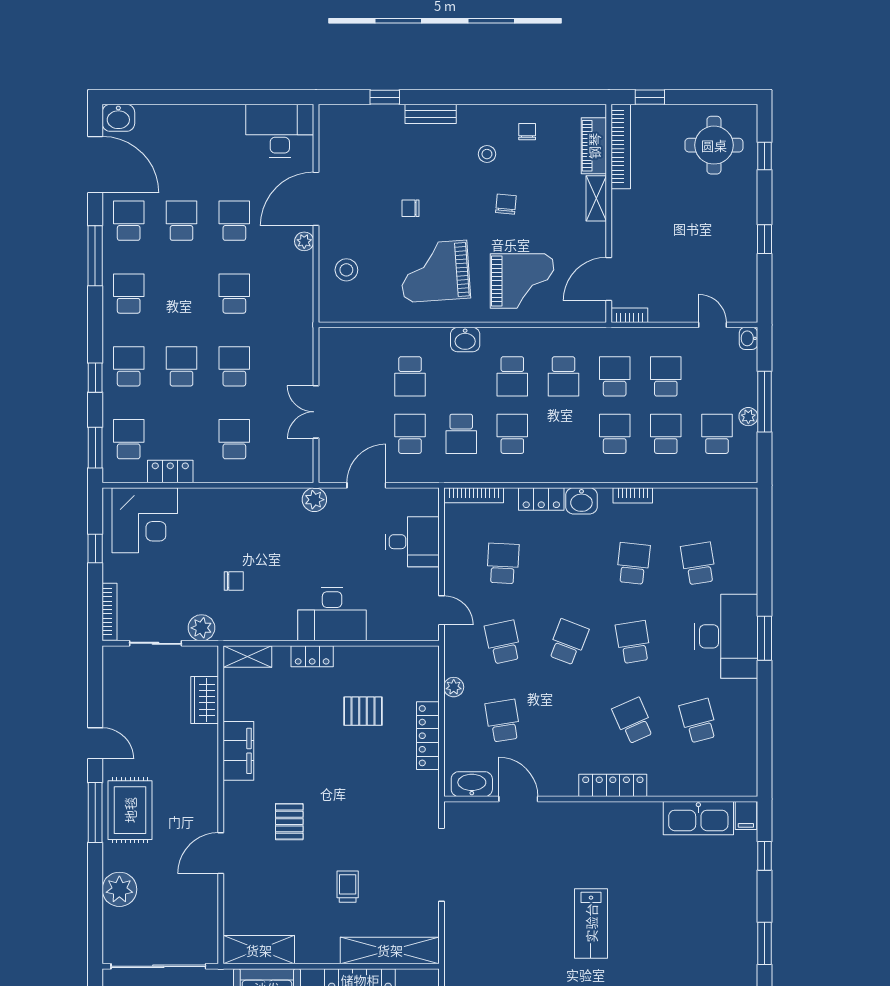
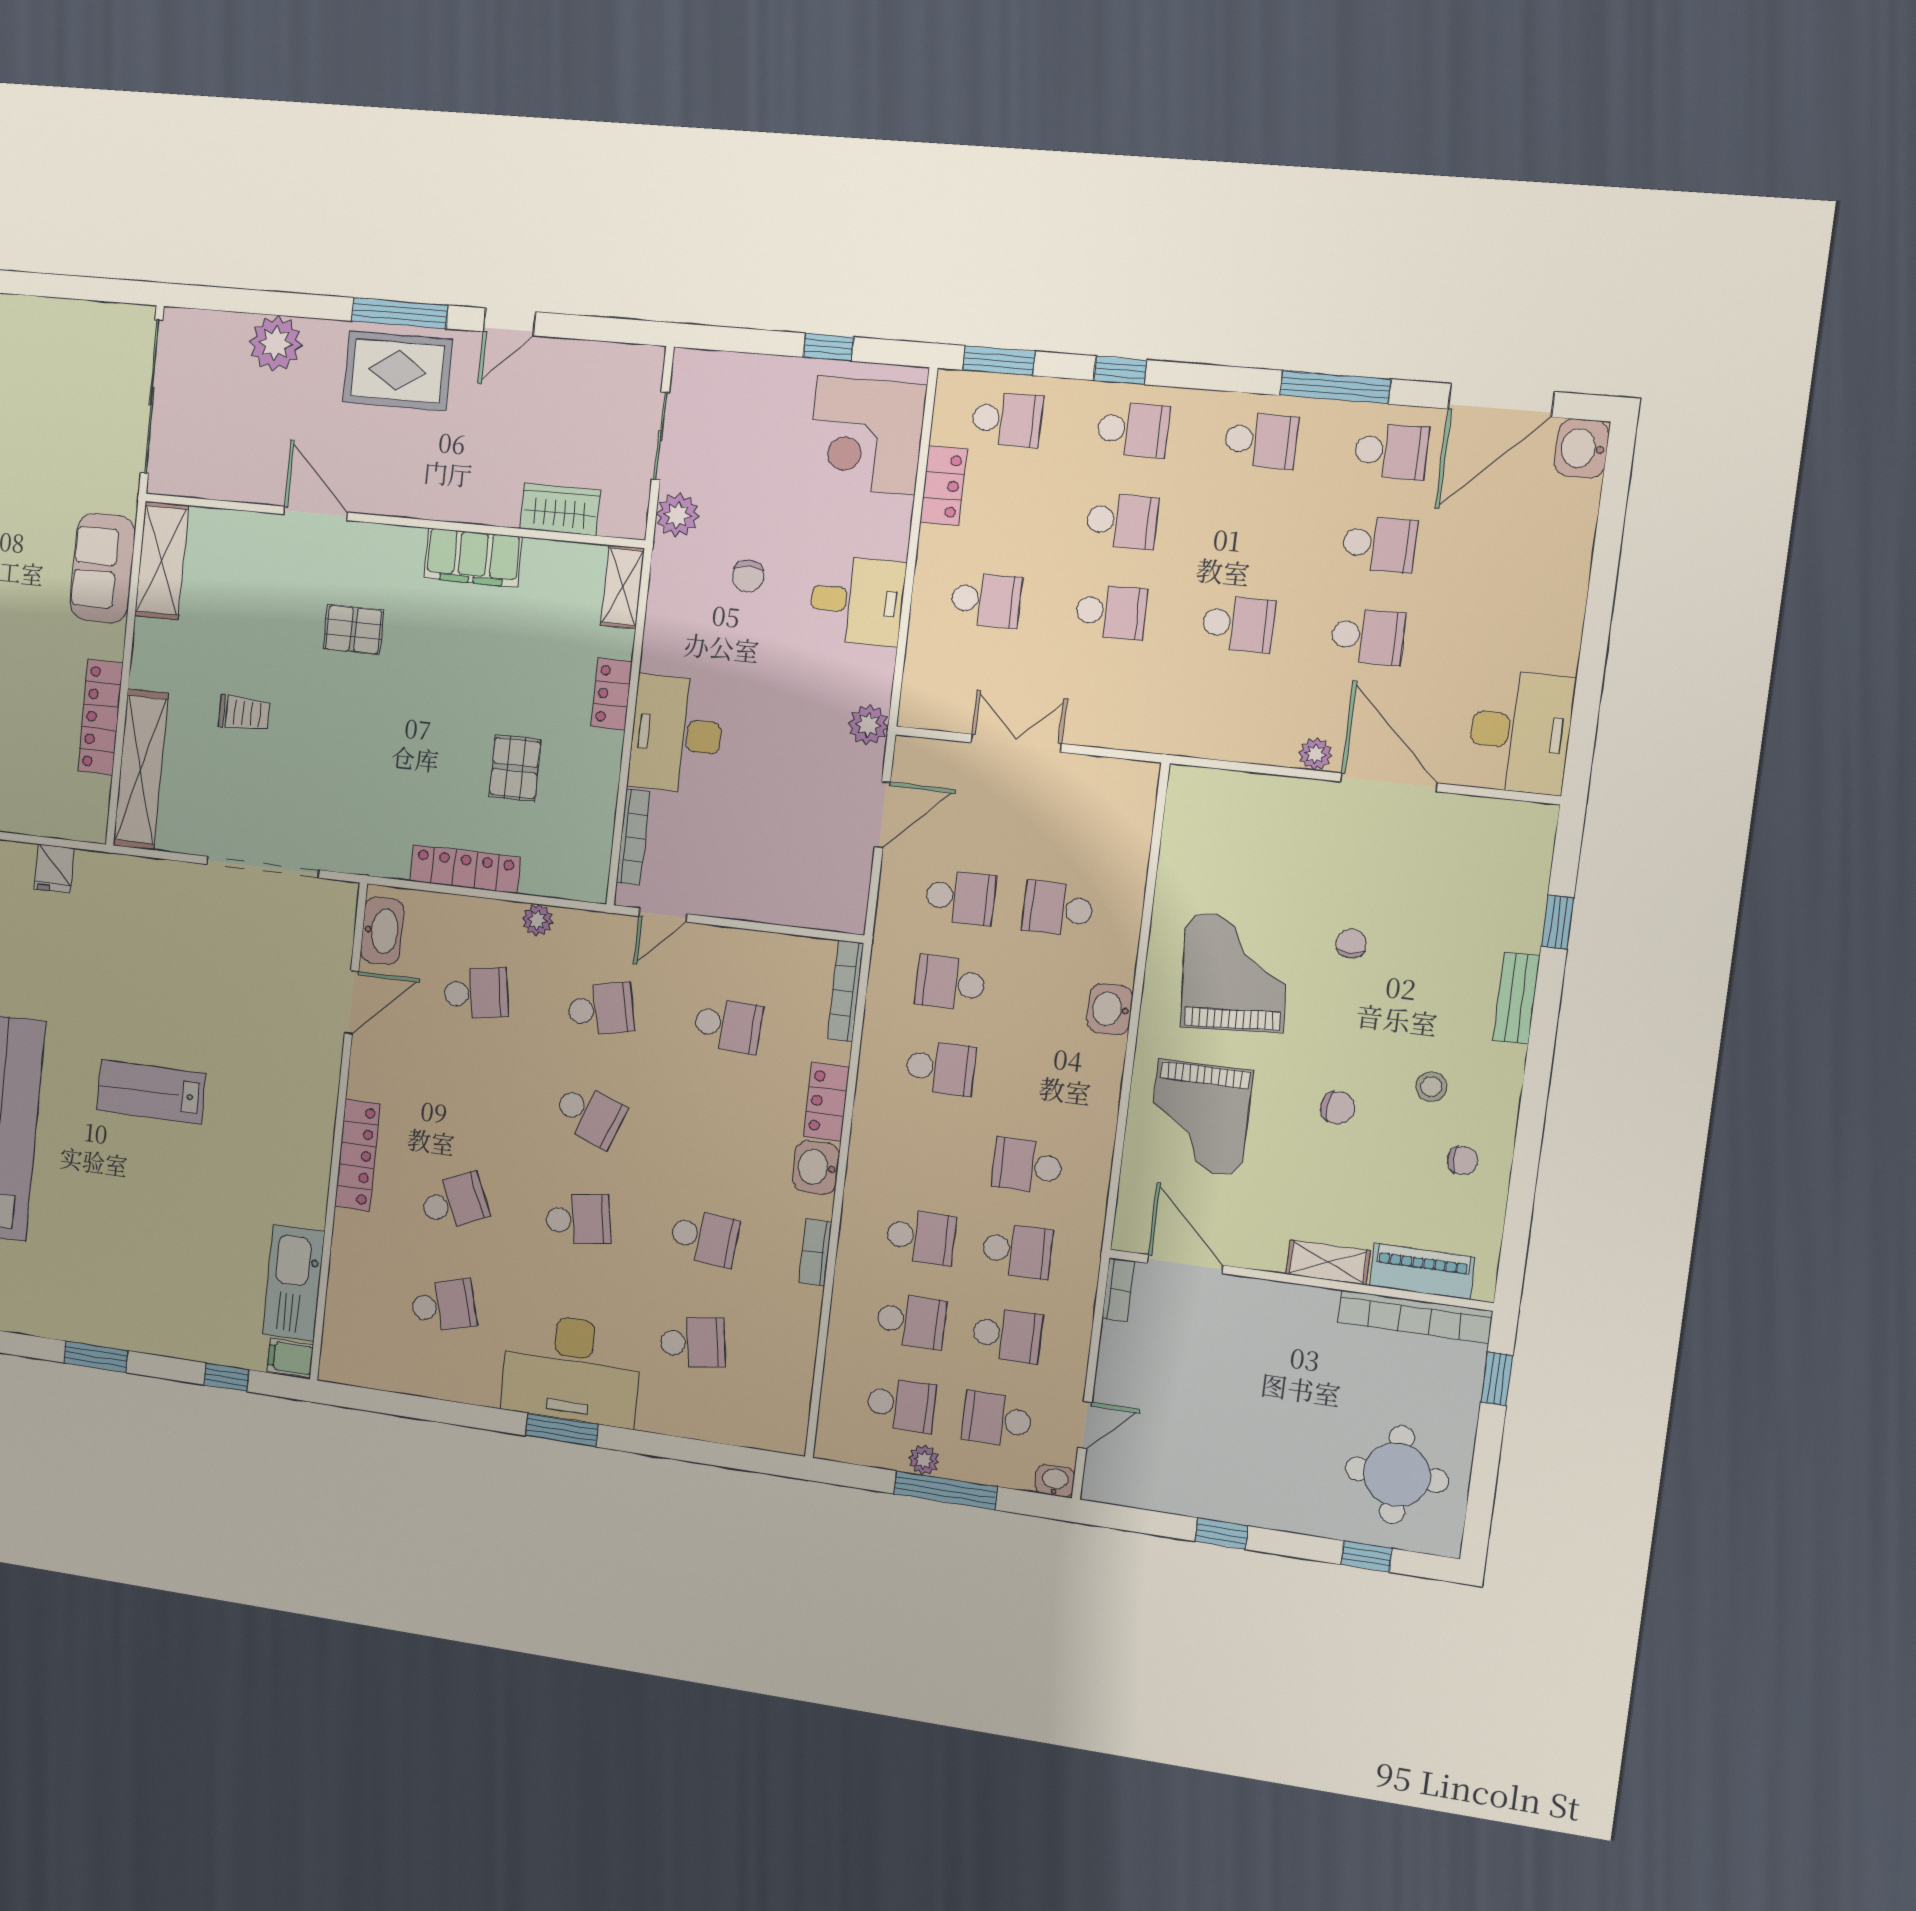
stool: (346, 270) -> (1256, 821), removed
school desk: (512, 376) -> (997, 1419), moved
door: (366, 485) -> (882, 815), hinge flipped
desk: (412, 542) -> (857, 601), moved, turned -90
bookcase: (110, 612) -> (633, 837), moved, turned -90

